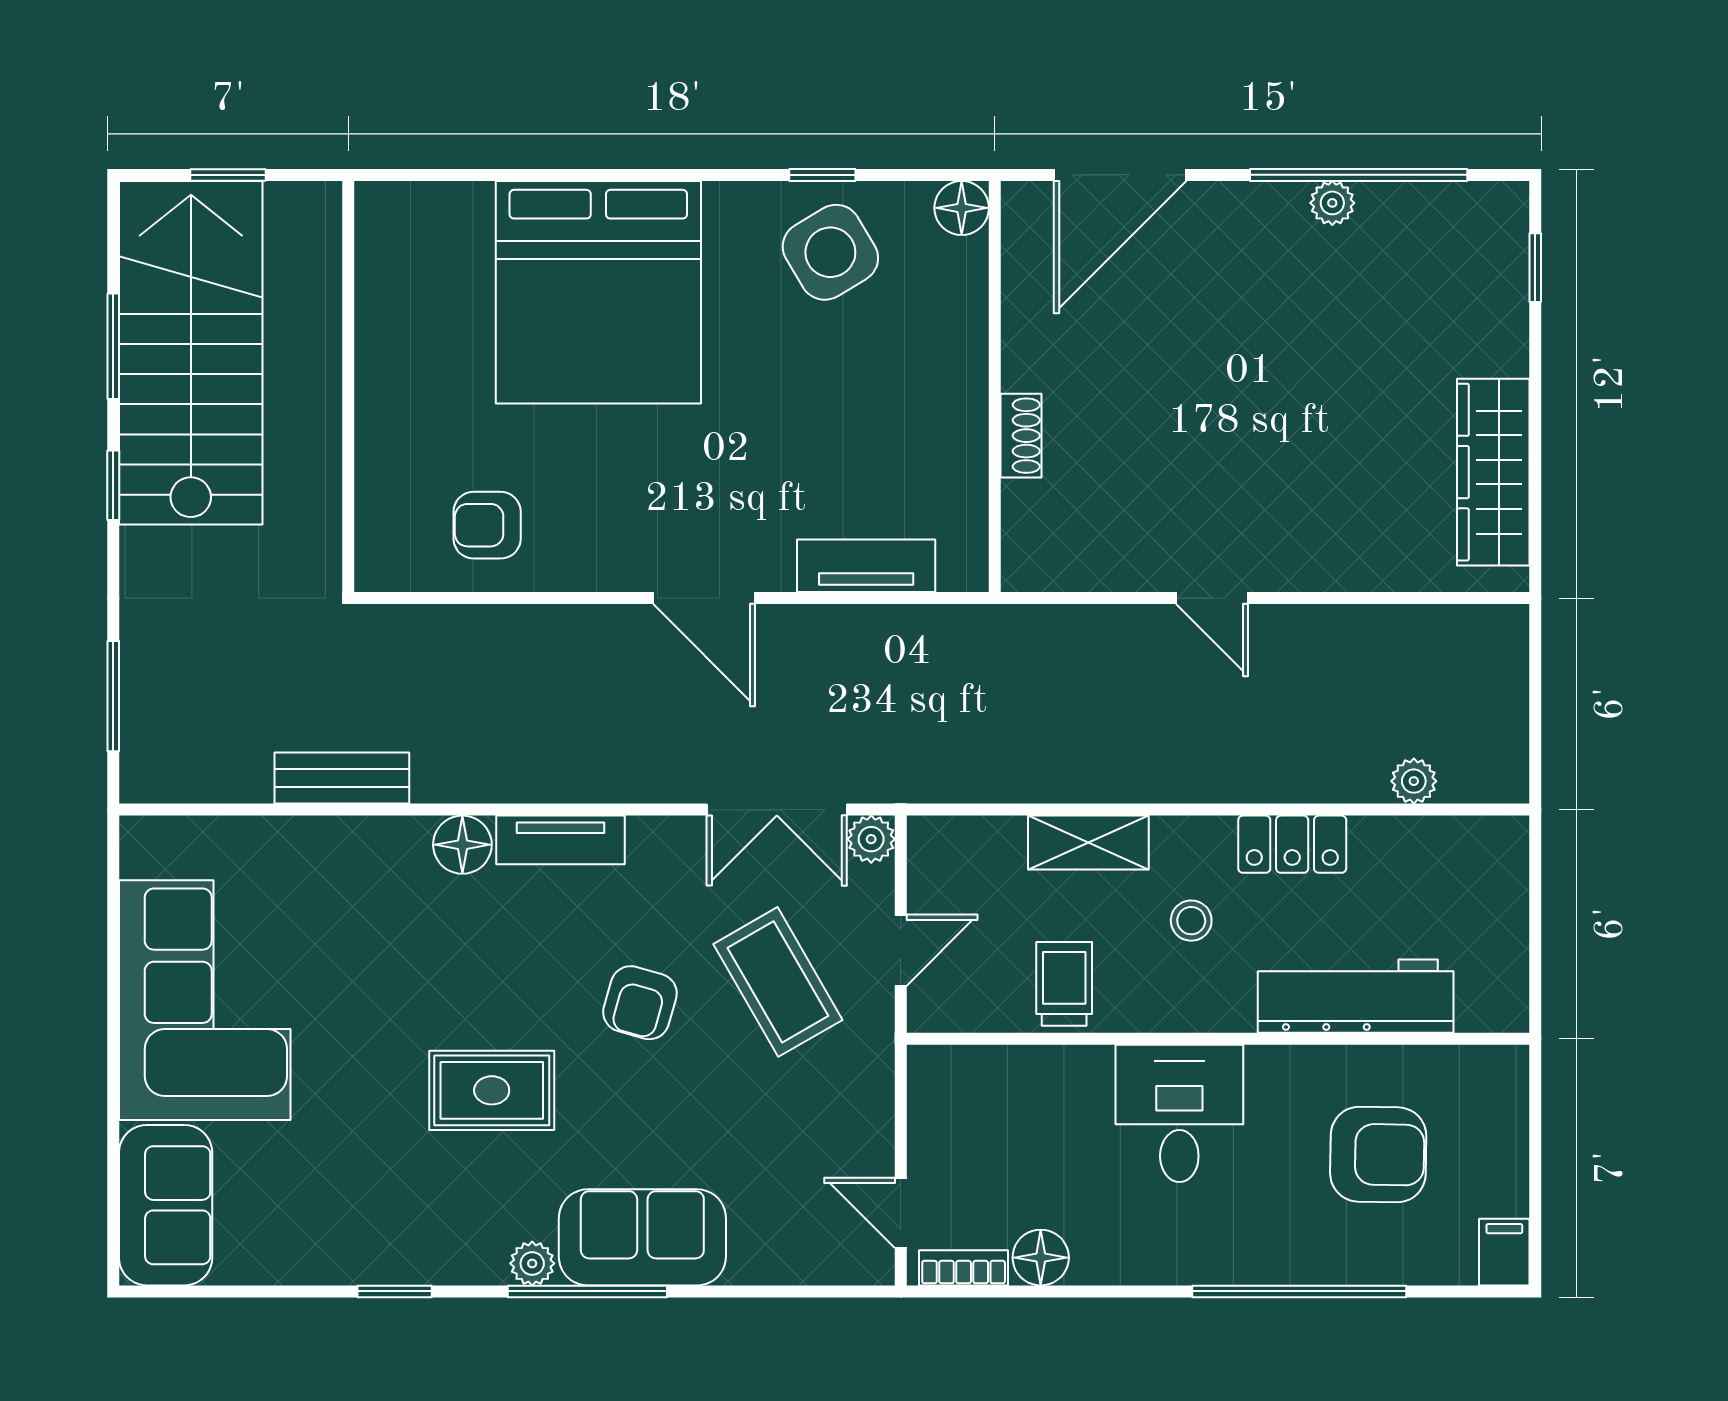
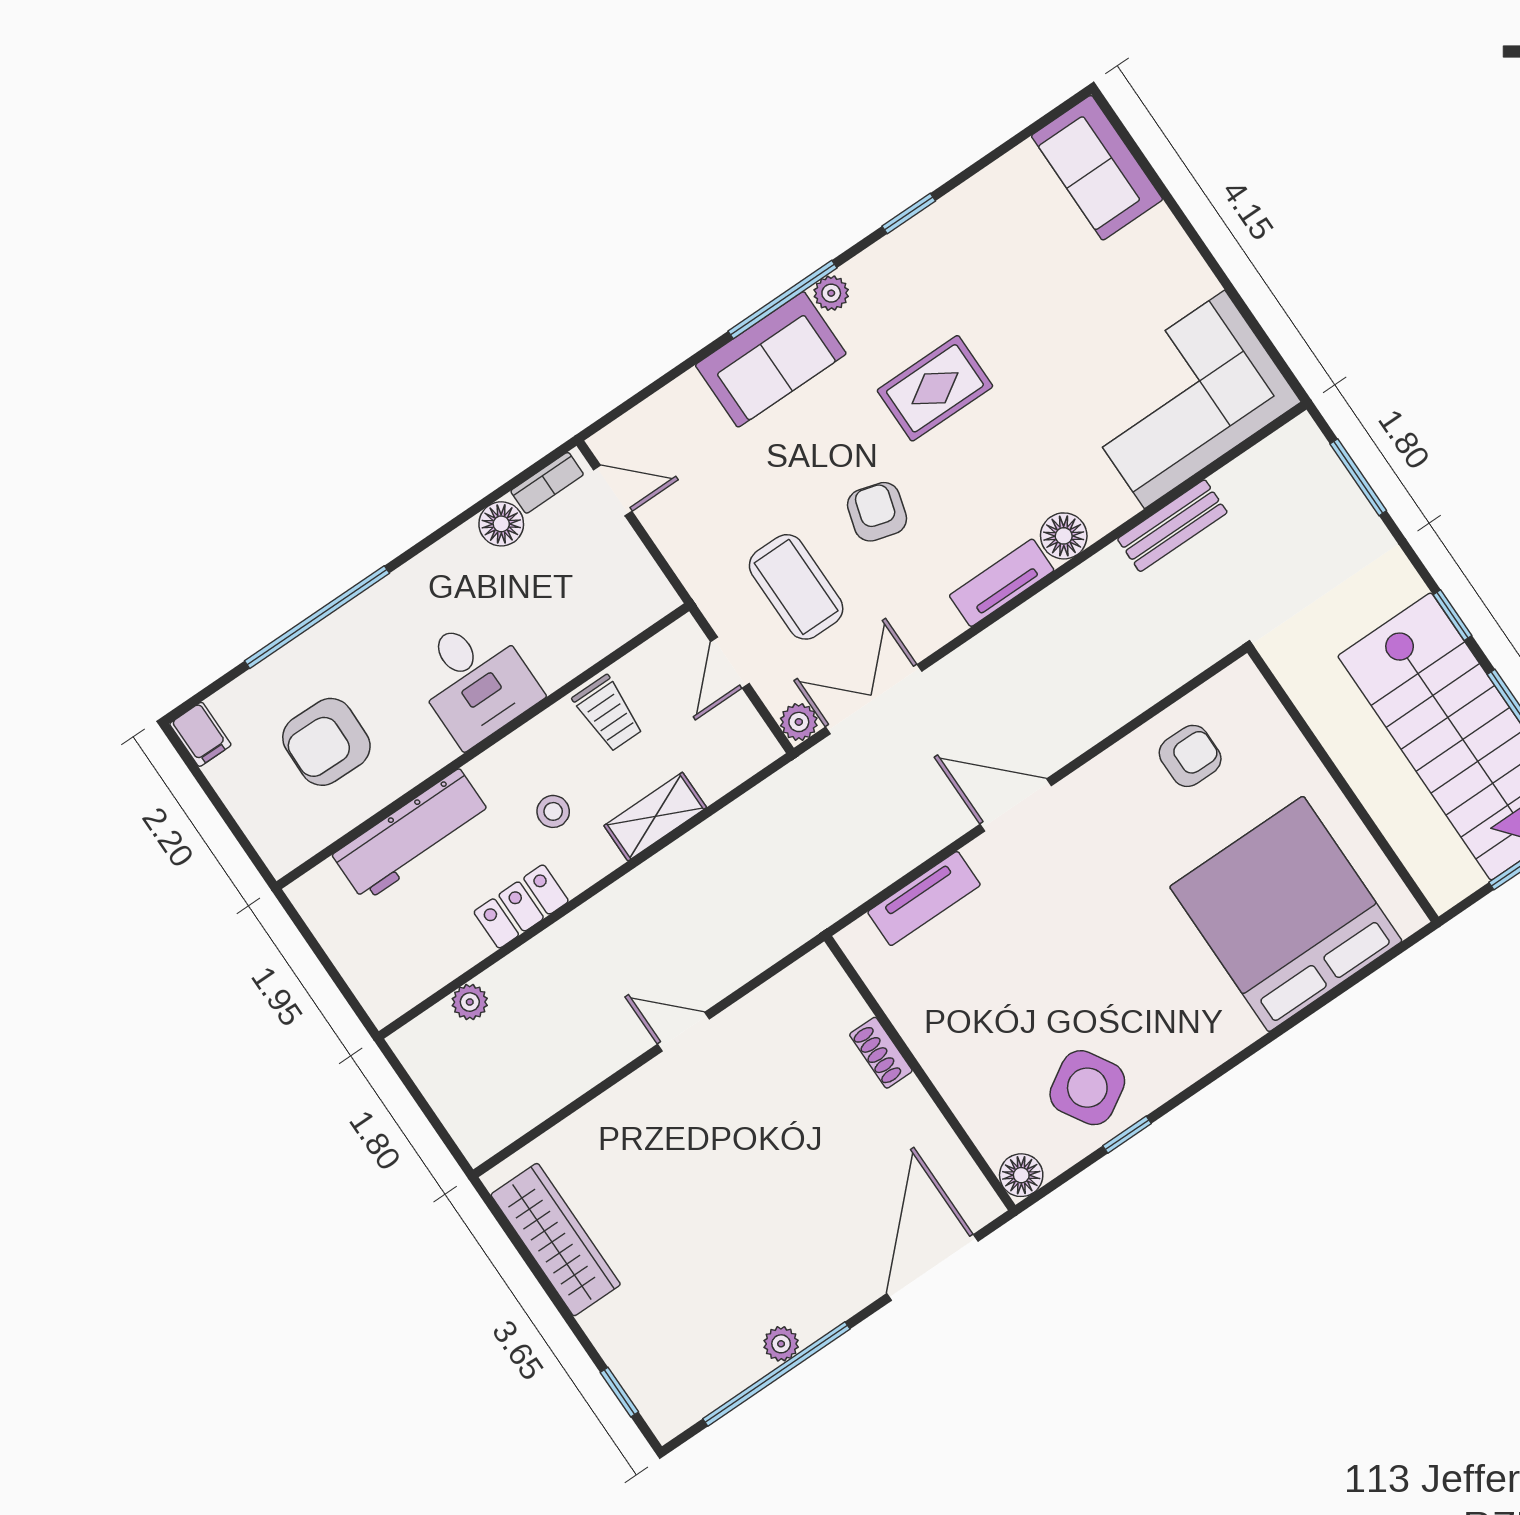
bed: (598, 292) -> (1286, 914), moved
coffee table: (778, 982) -> (796, 587), turned 30
corner sofa: (205, 1000) -> (1185, 399), moved, turned 90

